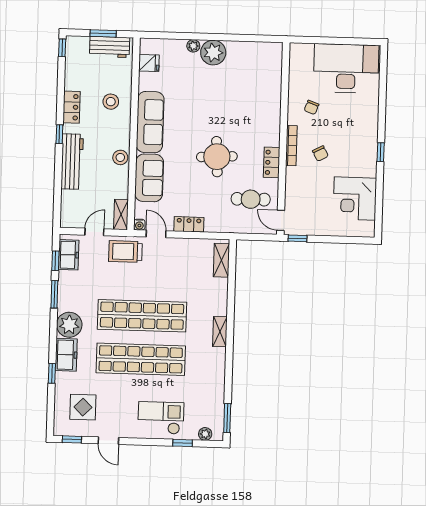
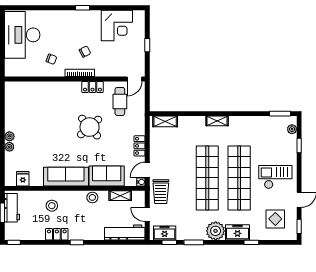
plant: (213, 53) -> (9, 136), width x0.53, depth x0.53
round table: (217, 157) -> (90, 127), turned -38
workbench: (72, 162) -> (125, 232), moved
shelving: (121, 214) -> (120, 196), moved
window: (297, 238) -> (147, 45), moved
checkout: (161, 418) -> (275, 177), moved, turned 90

